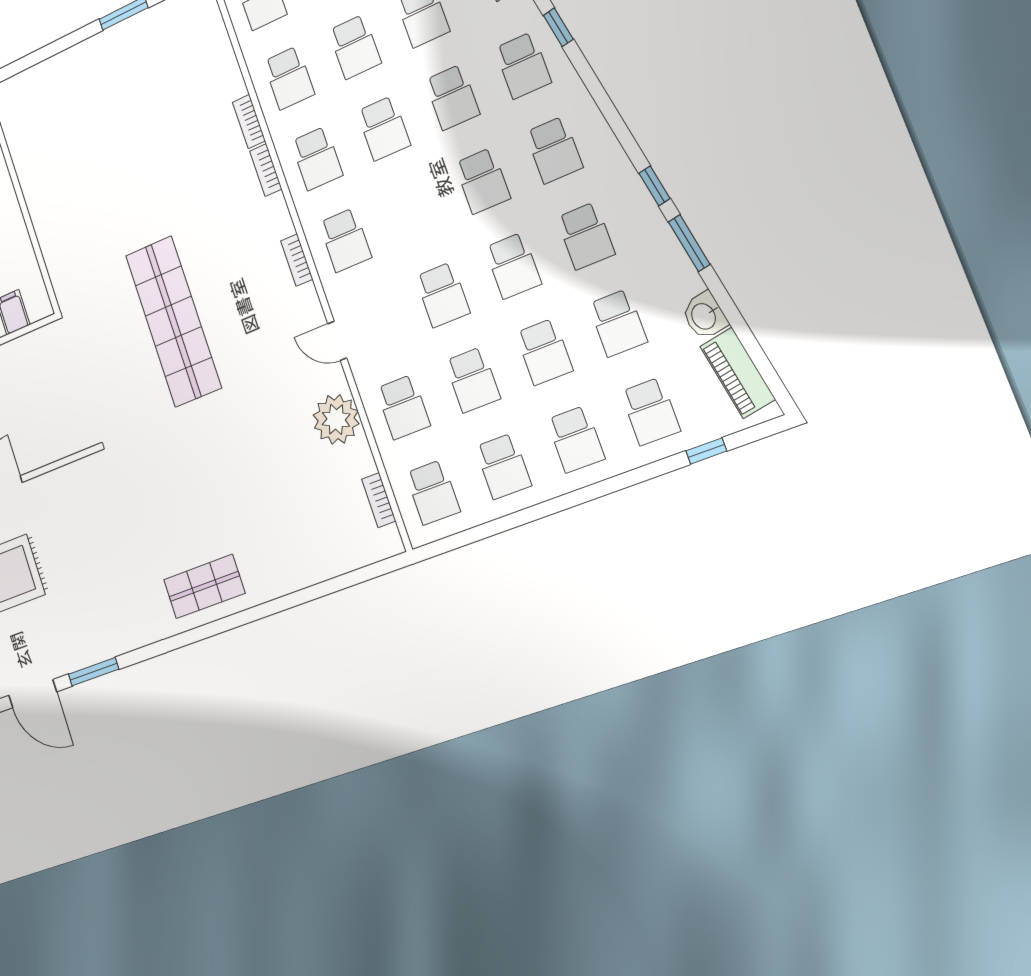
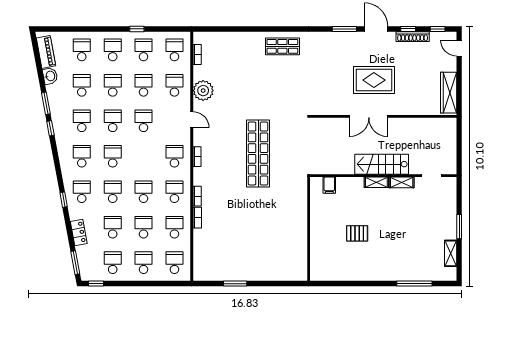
window: (706, 451) -> (137, 29), moved

